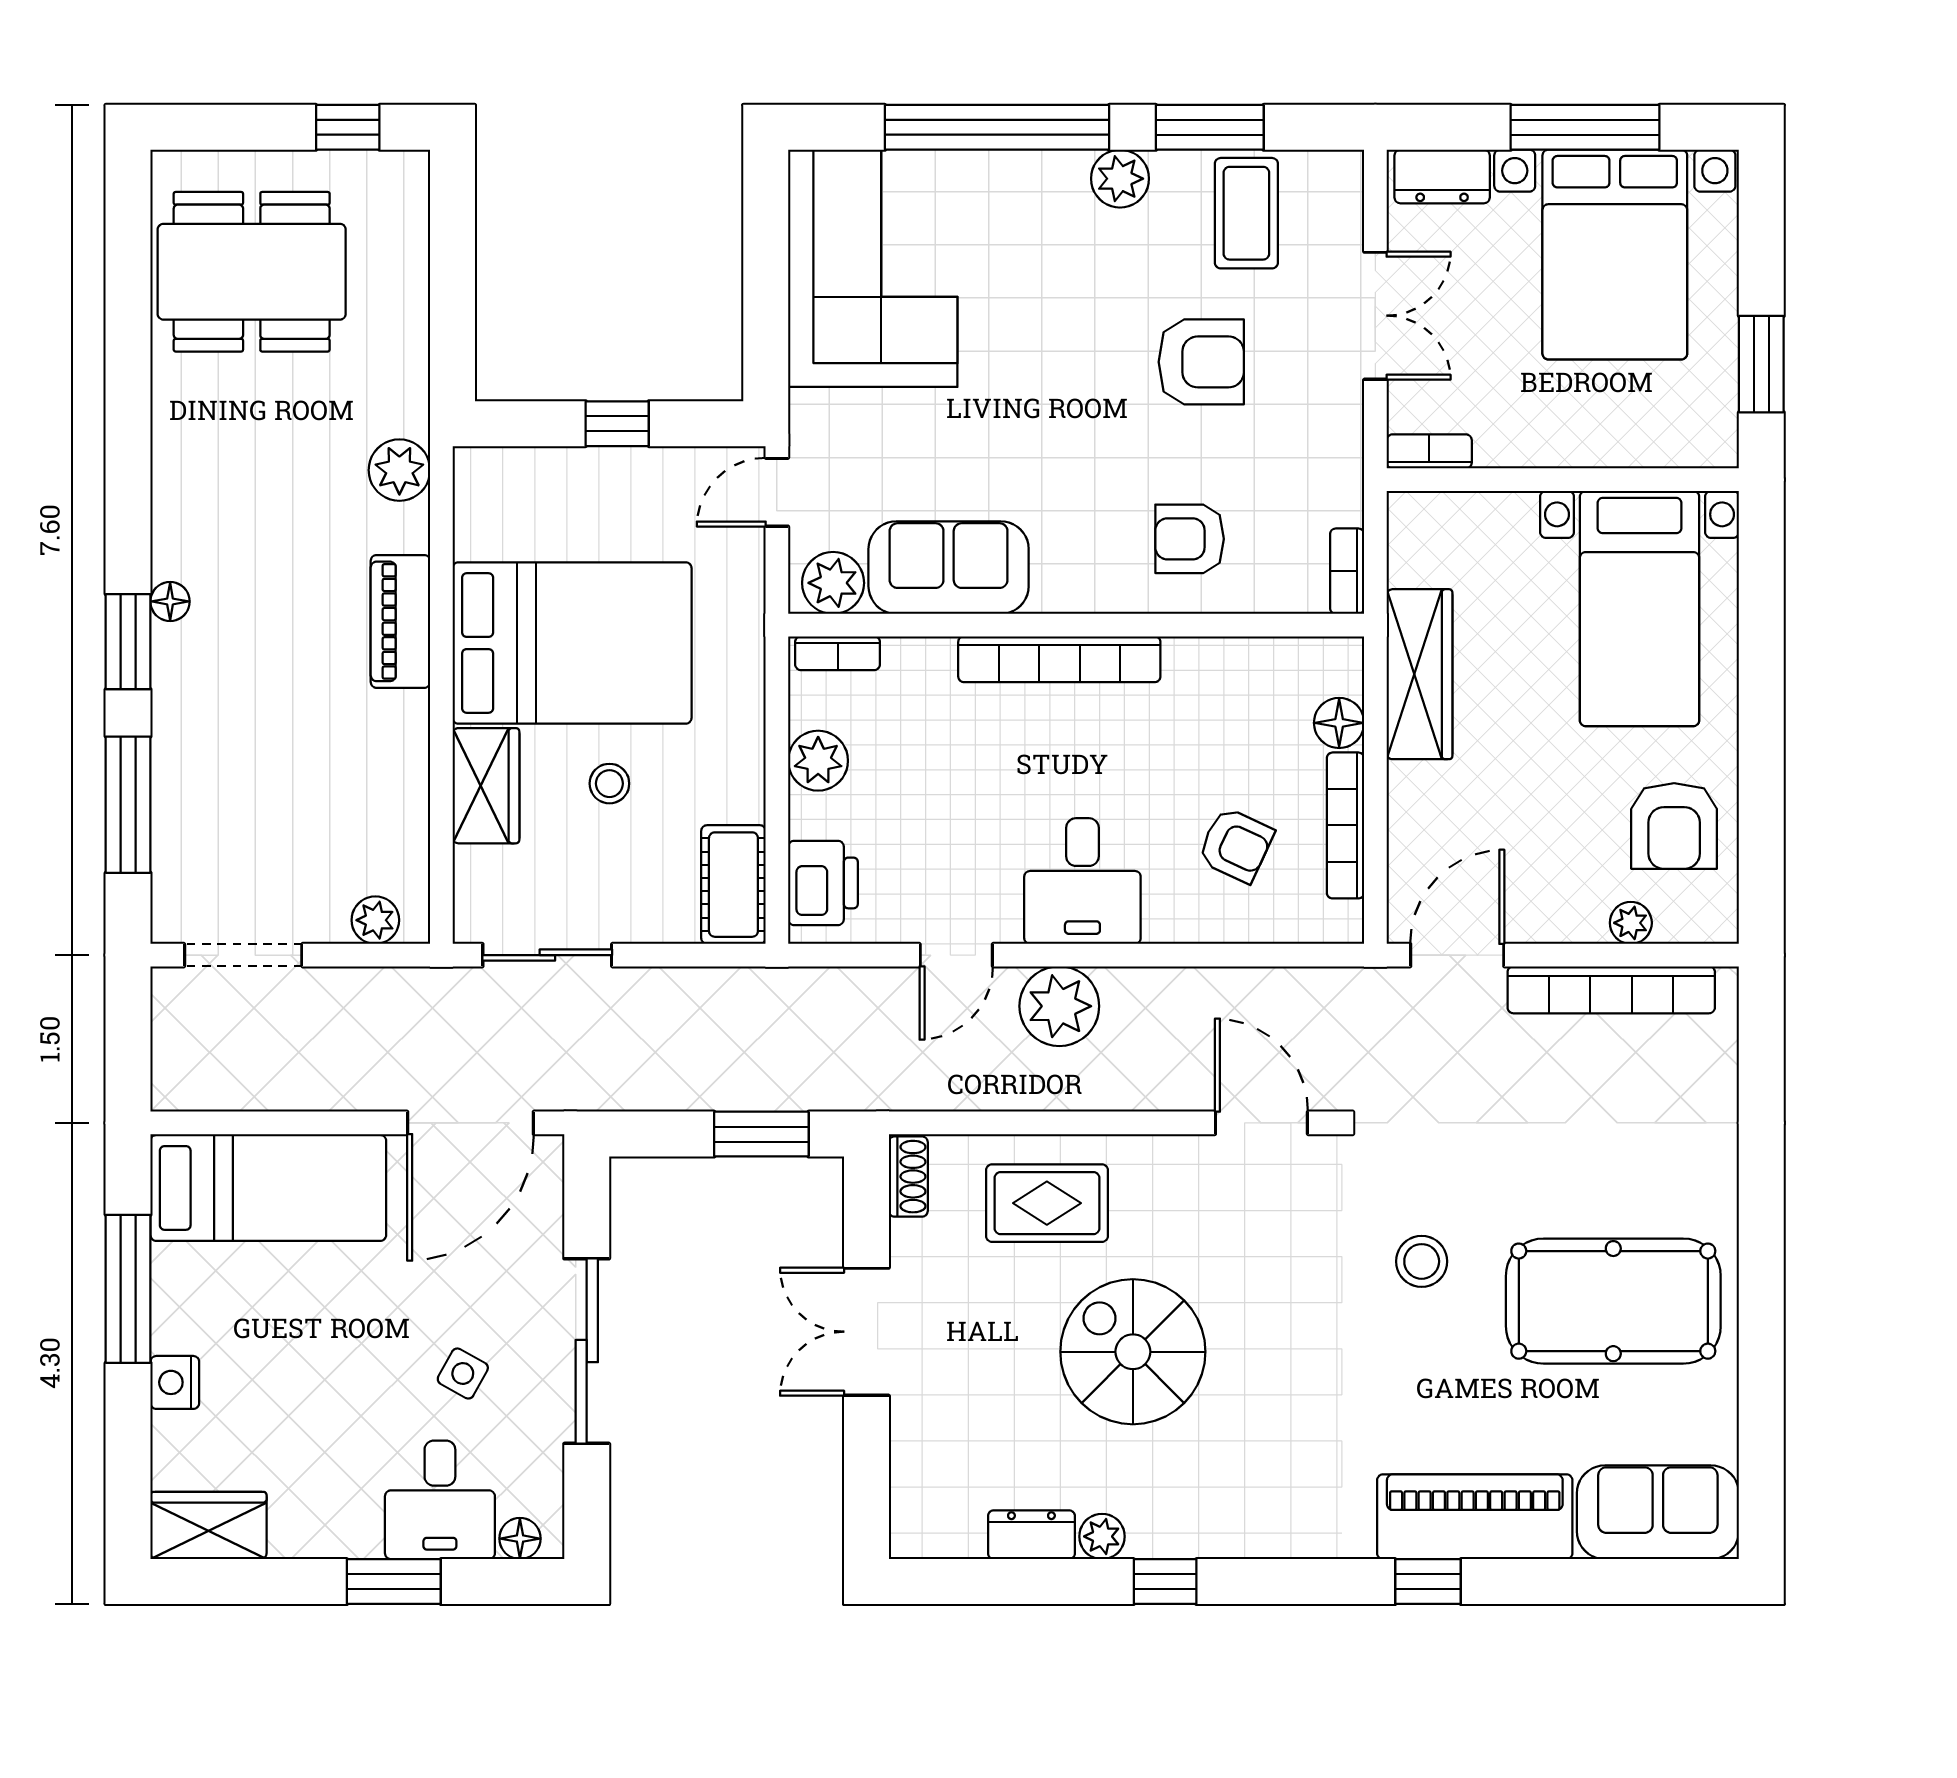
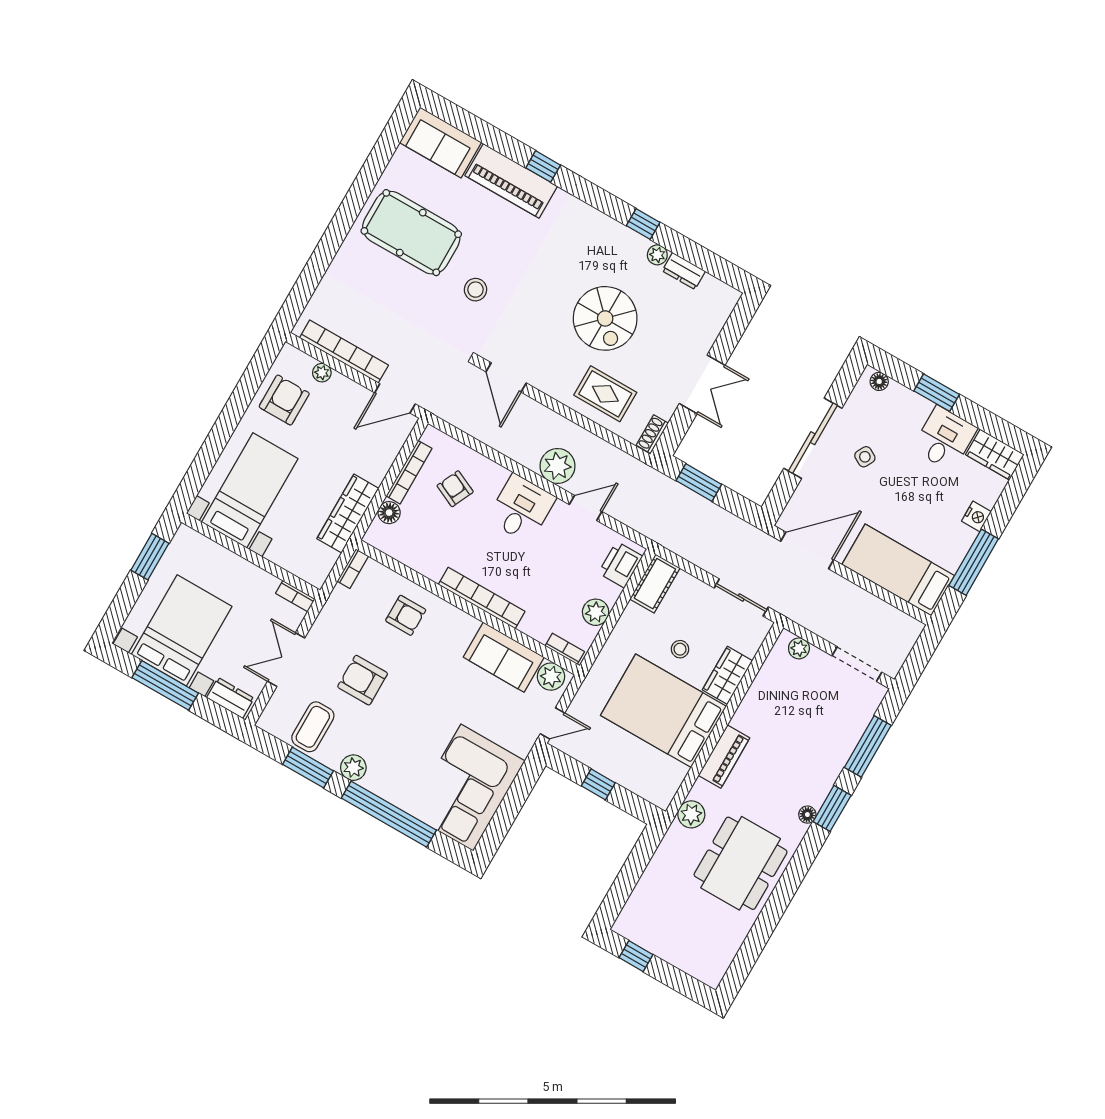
dining table: (252, 272) -> (741, 863), moved, turned 90
desk: (440, 1500) -> (945, 439), moved

